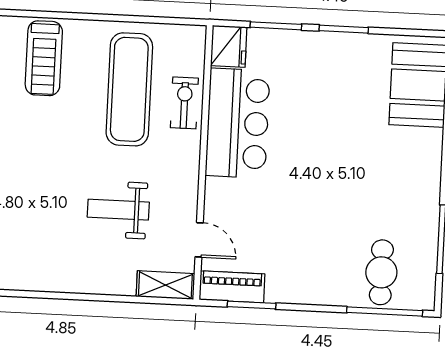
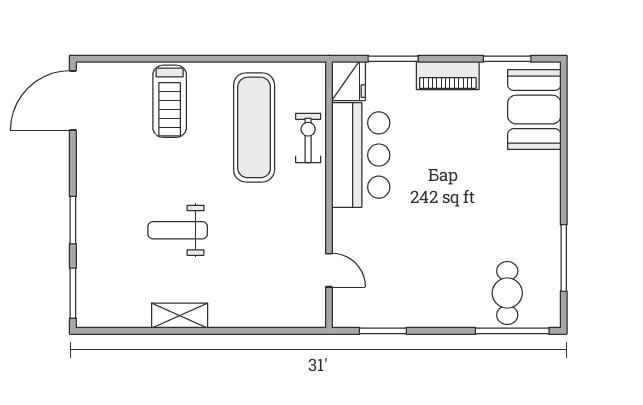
window: (344, 29) -> (507, 59), moved
weight bench: (118, 210) -> (178, 230), moved
shelving: (165, 285) -> (180, 316), moved
piano: (232, 287) -> (448, 75), moved, turned 180

